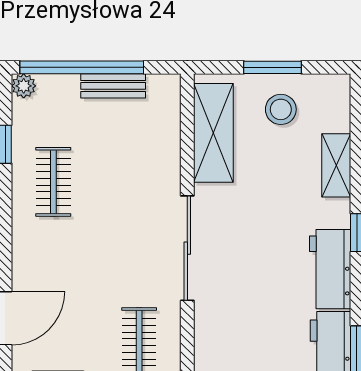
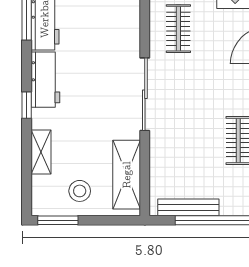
window: (273, 67) -> (58, 220), moved
bench: (113, 86) -> (188, 207), width x1.36

